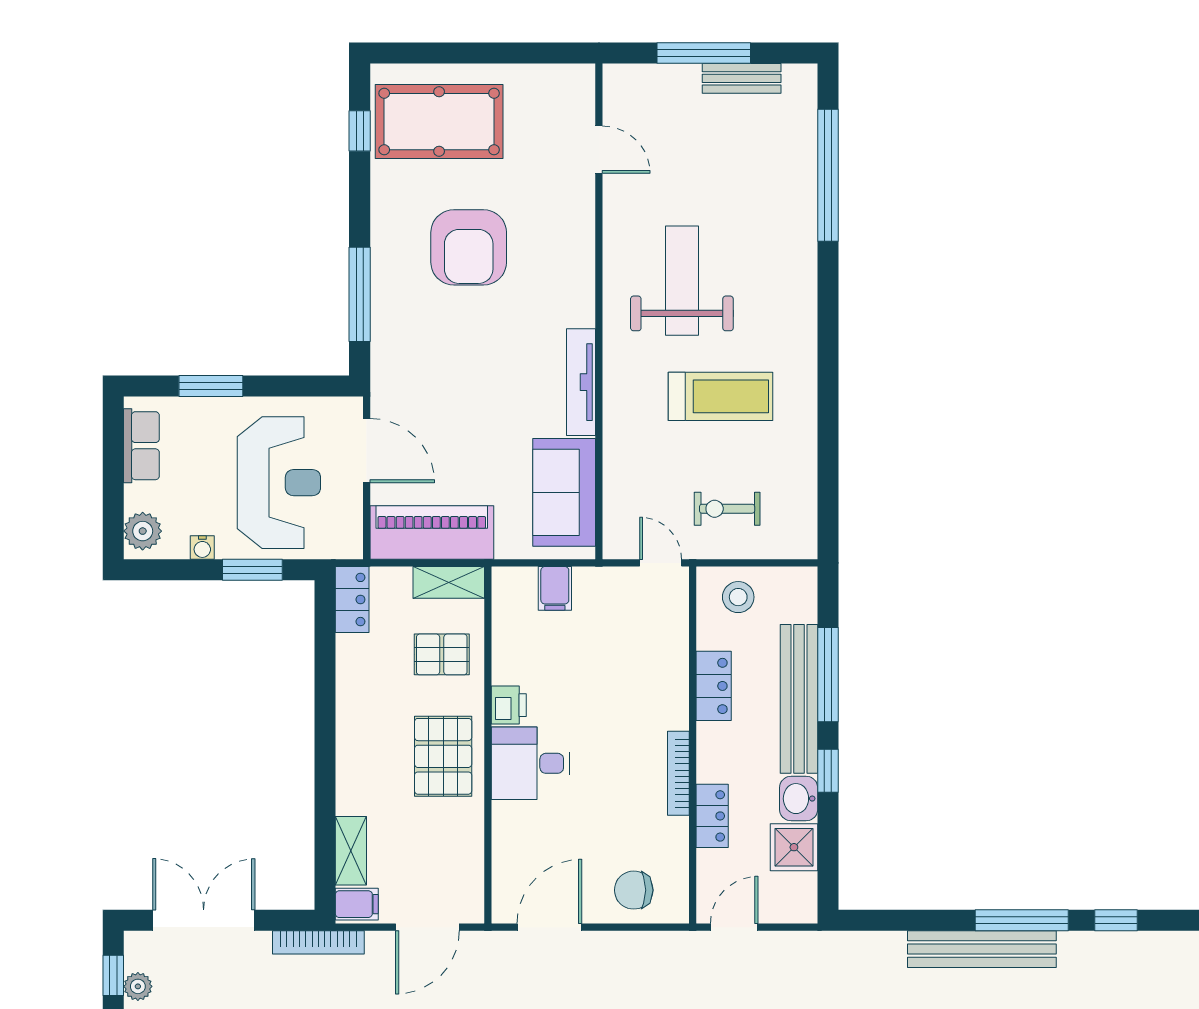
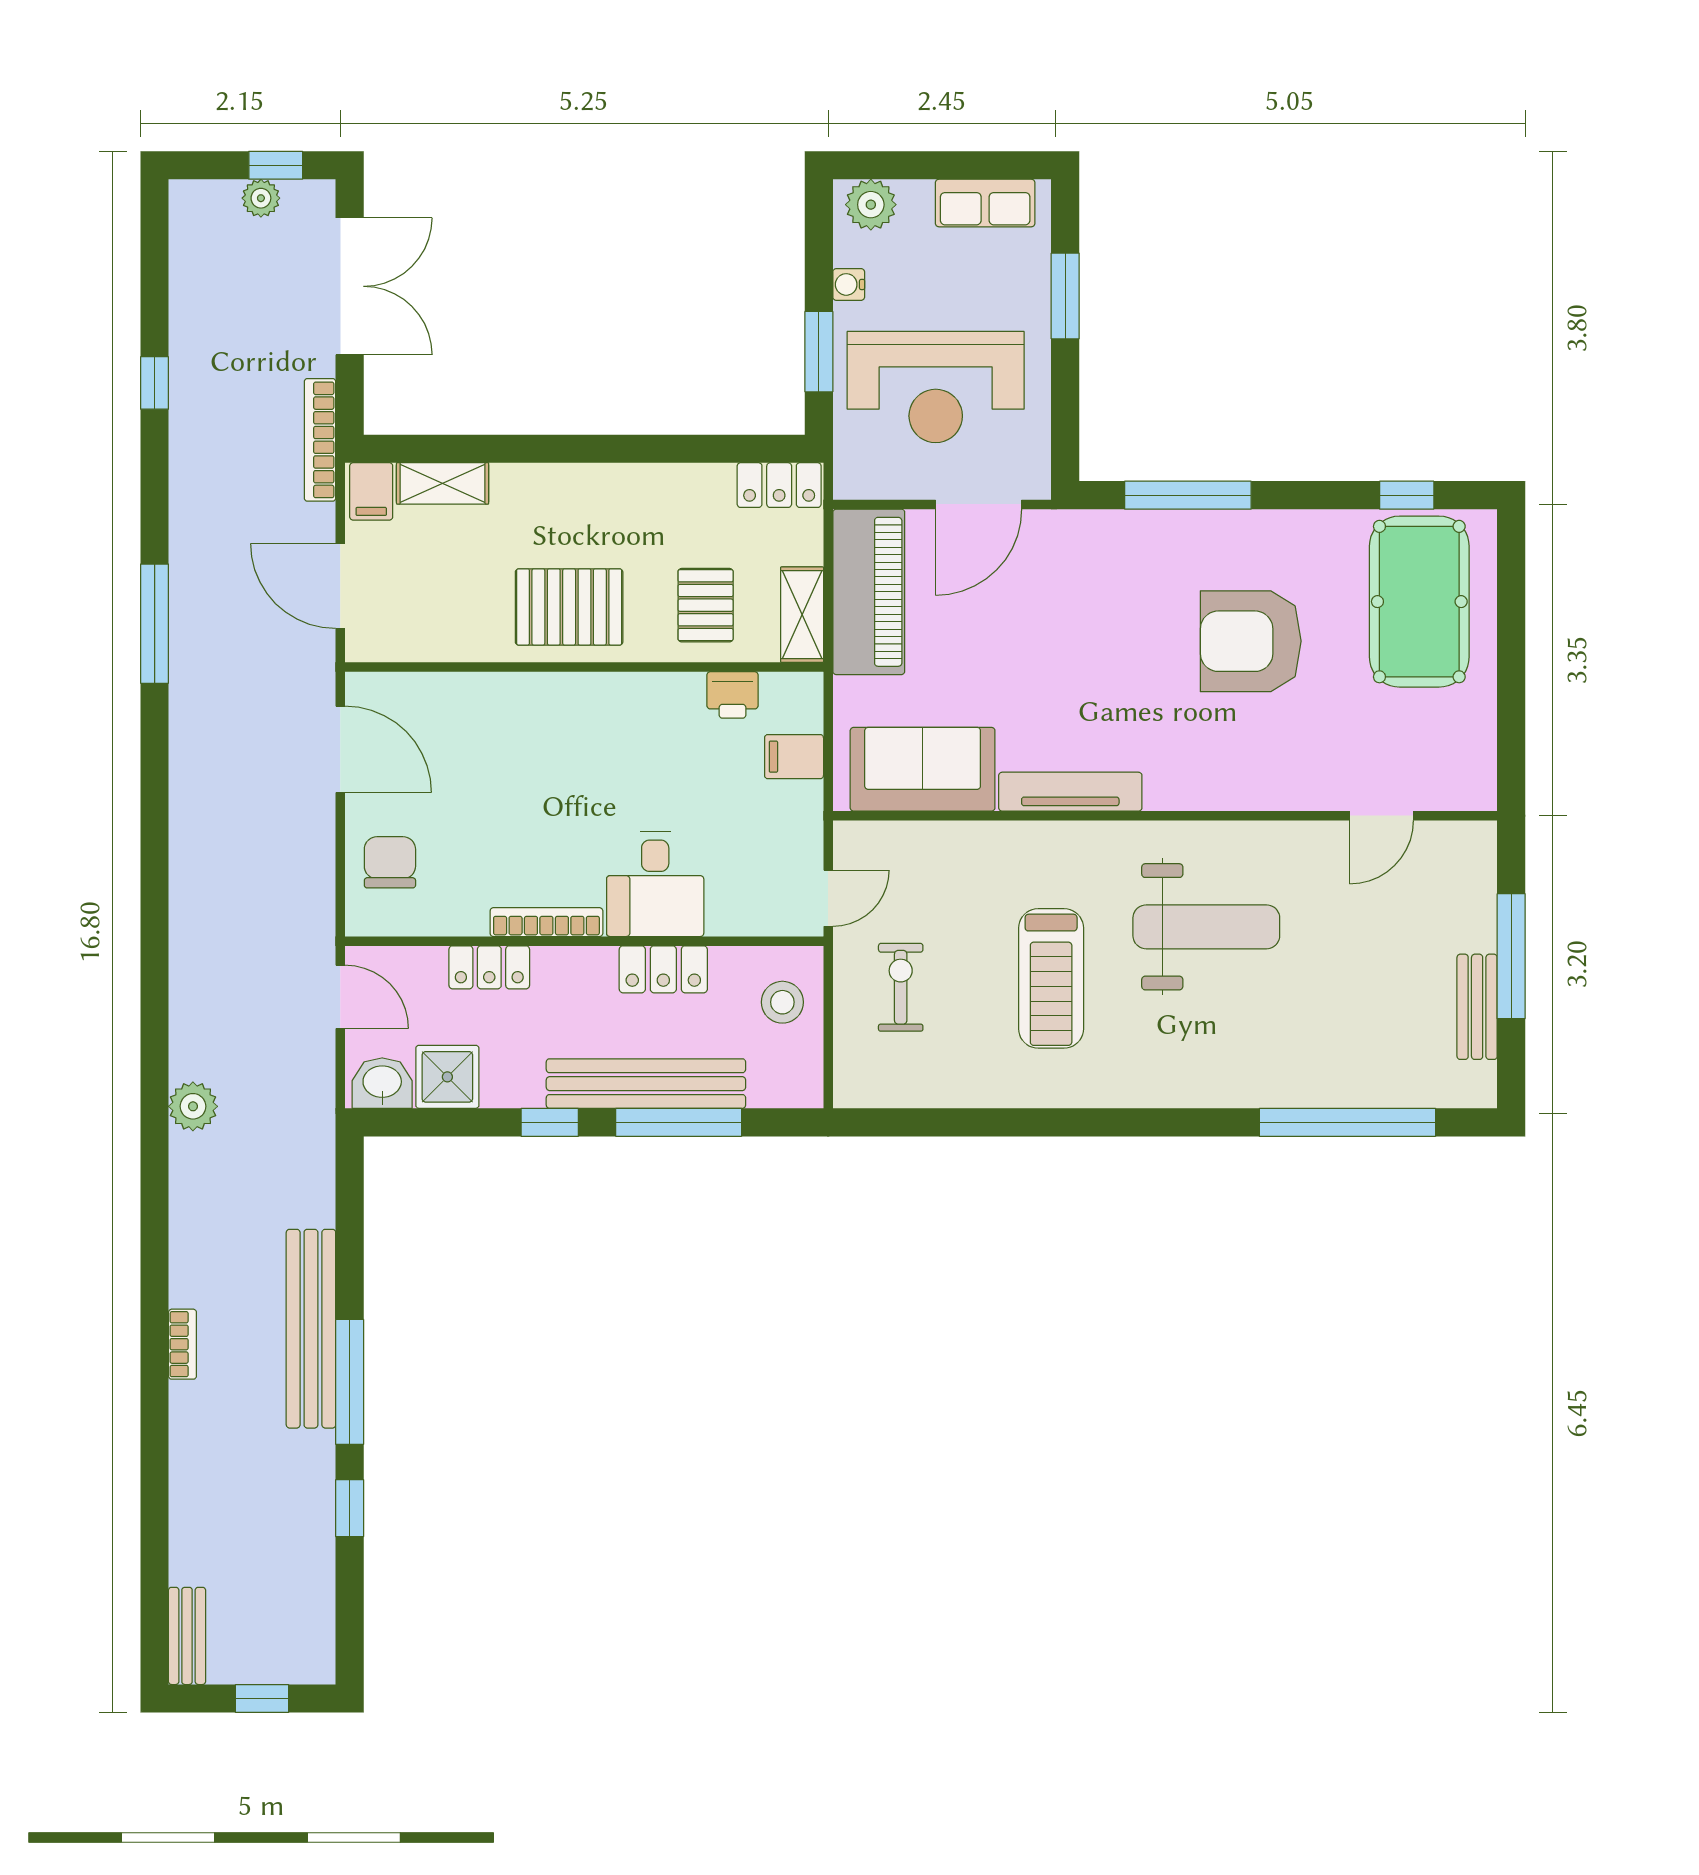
printer: (509, 705) -> (733, 695), moved
desk: (531, 763) -> (655, 884), moved, turned 180
washbasin: (799, 799) -> (382, 1083), moved

